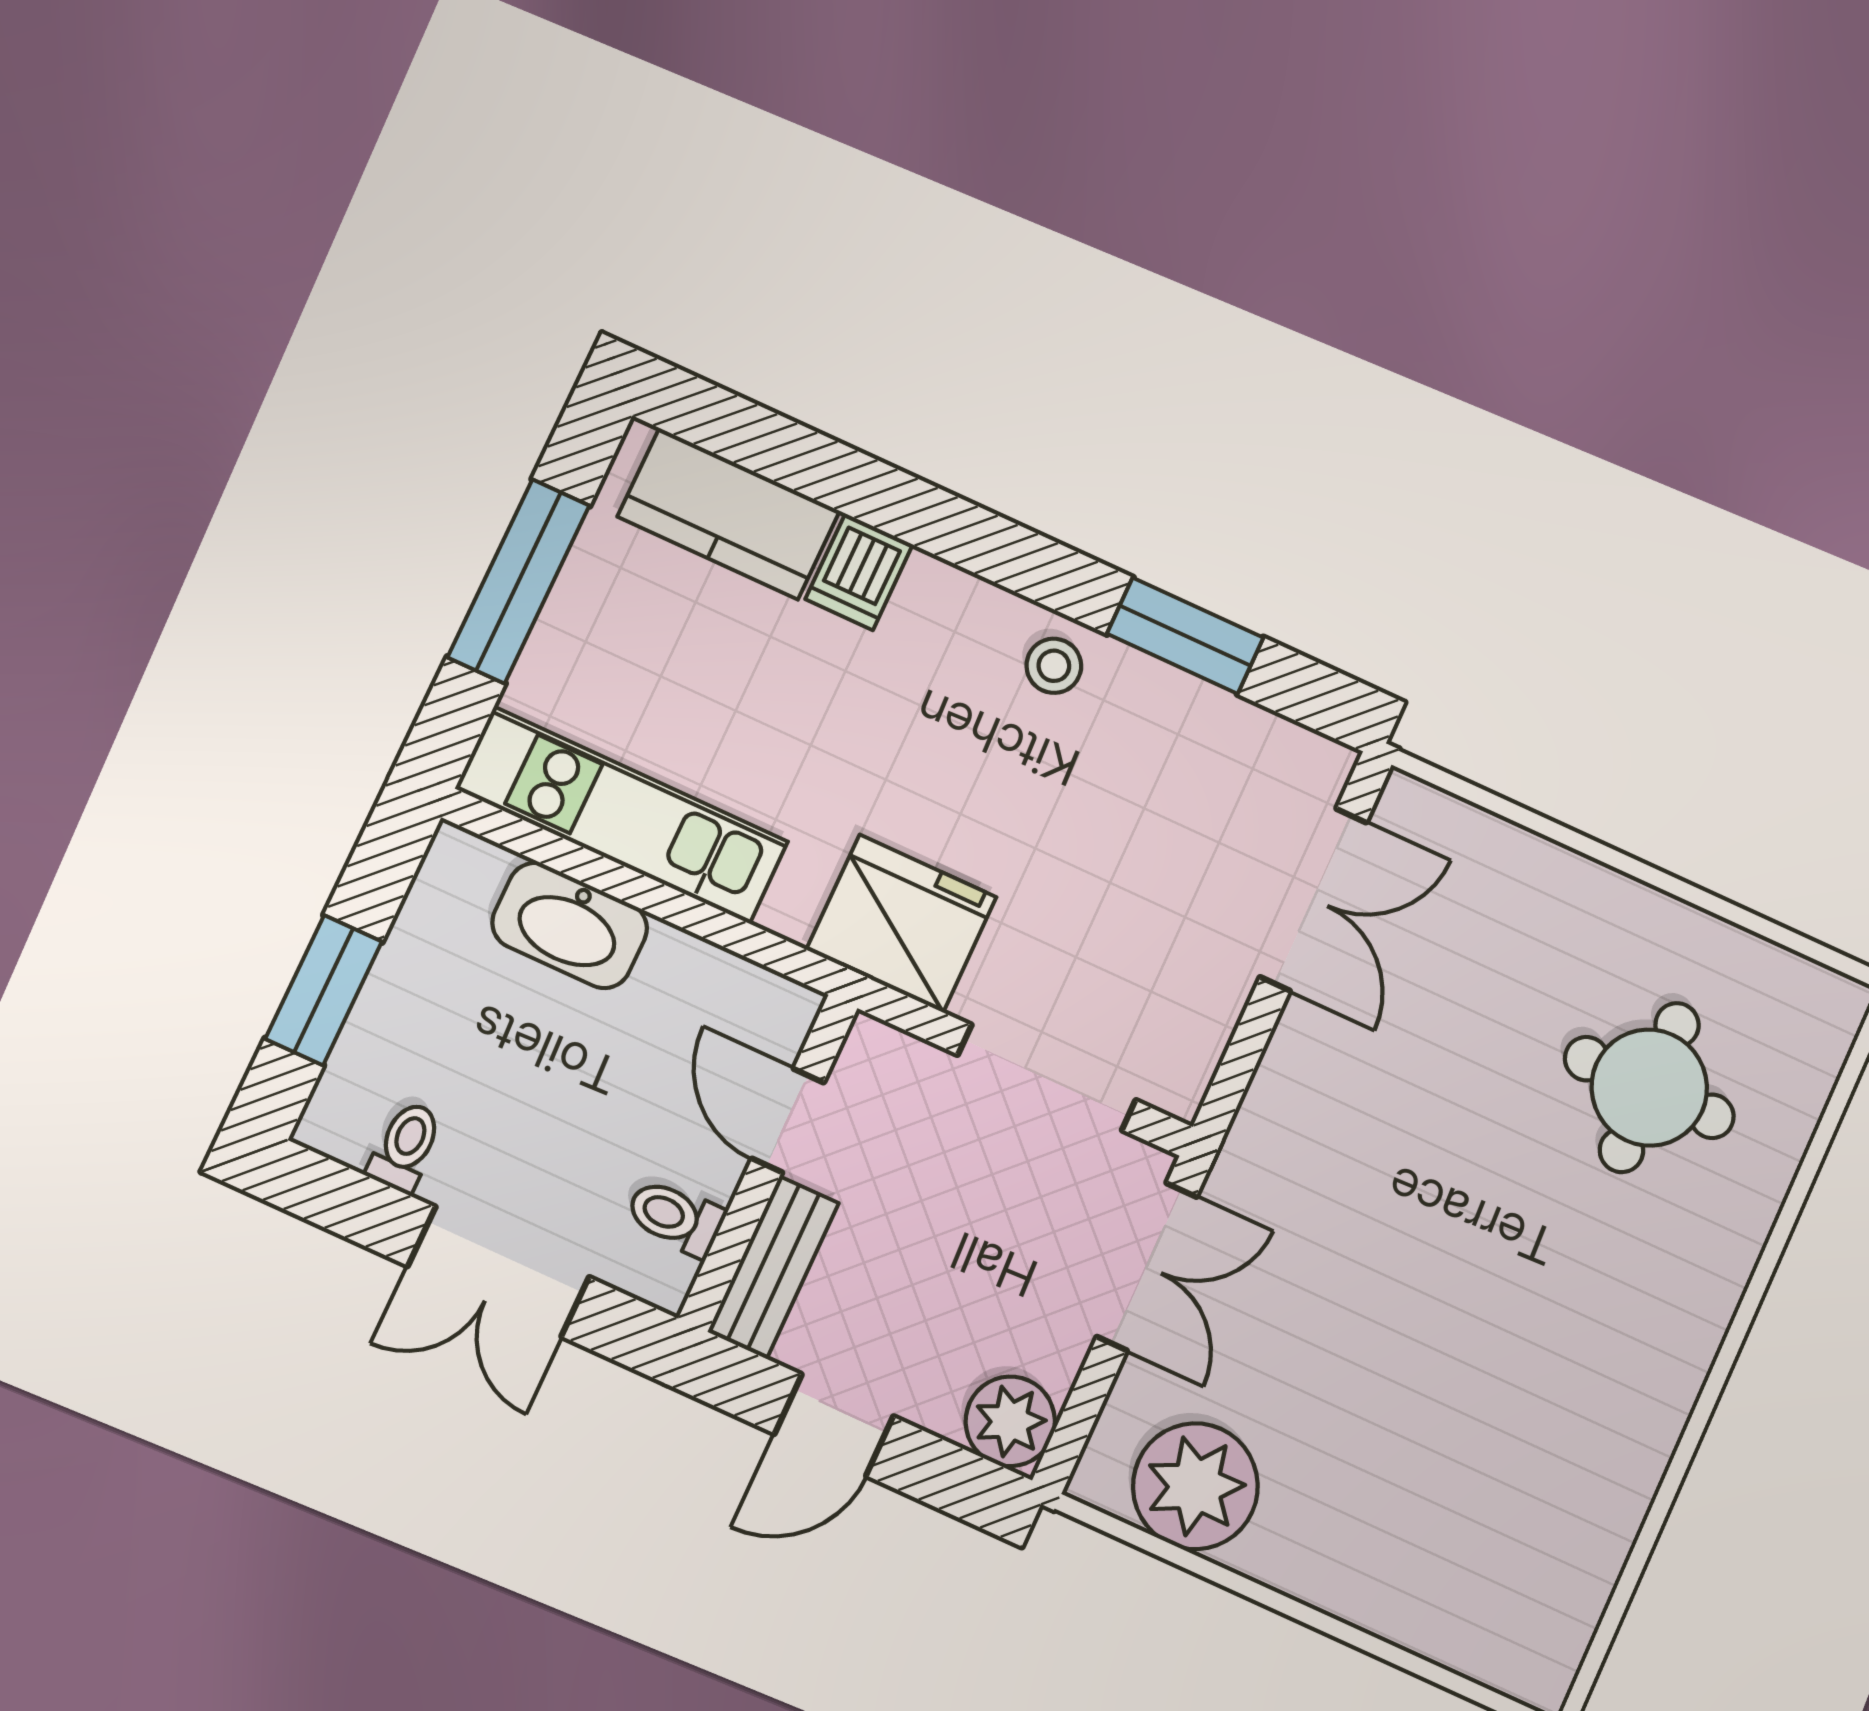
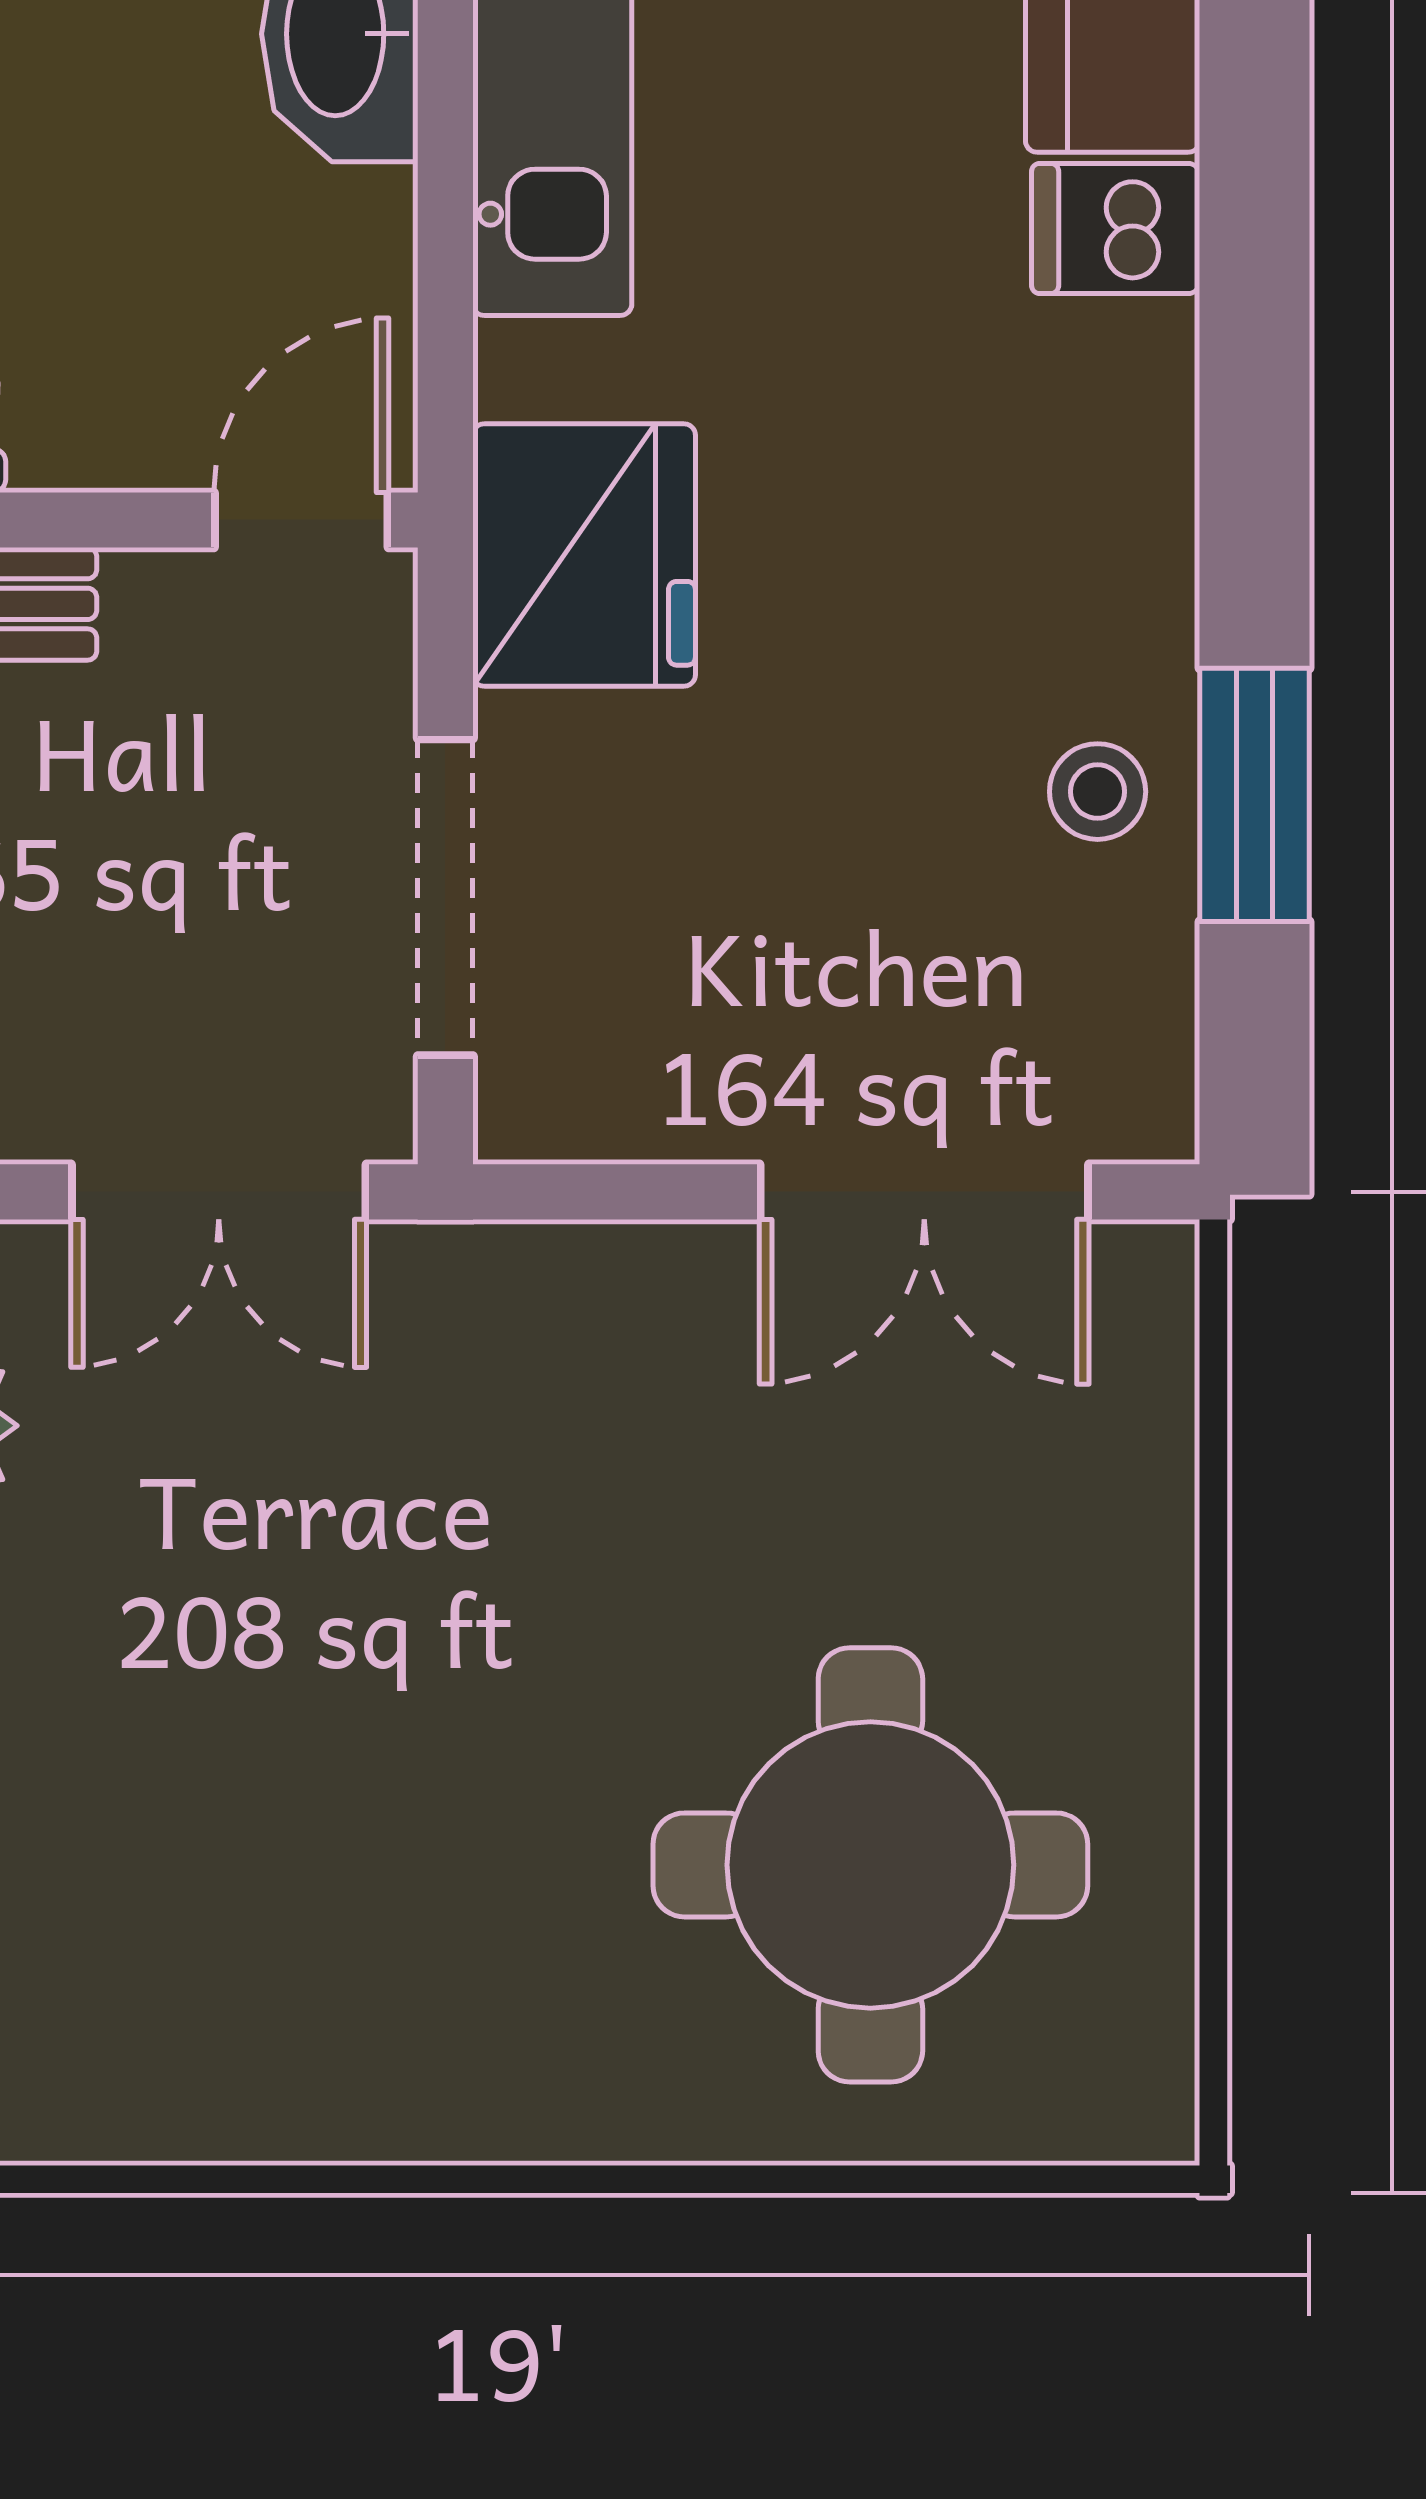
stool: (1054, 666) -> (1098, 792), moved
round table: (1649, 1088) -> (870, 1865), width x1.36, depth x1.36
door: (788, 1121) -> (301, 520), moved

